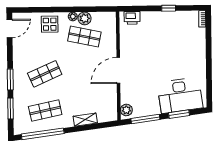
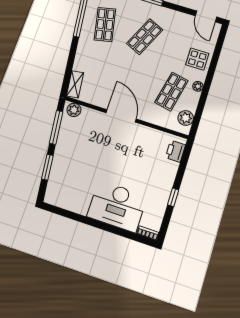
plant: (85, 18) -> (186, 118), moved
shop shelf: (45, 74) -> (145, 37), turned 48
desk: (180, 95) -> (117, 206), moved, turned -82
shelving: (85, 120) -> (75, 84), moved

